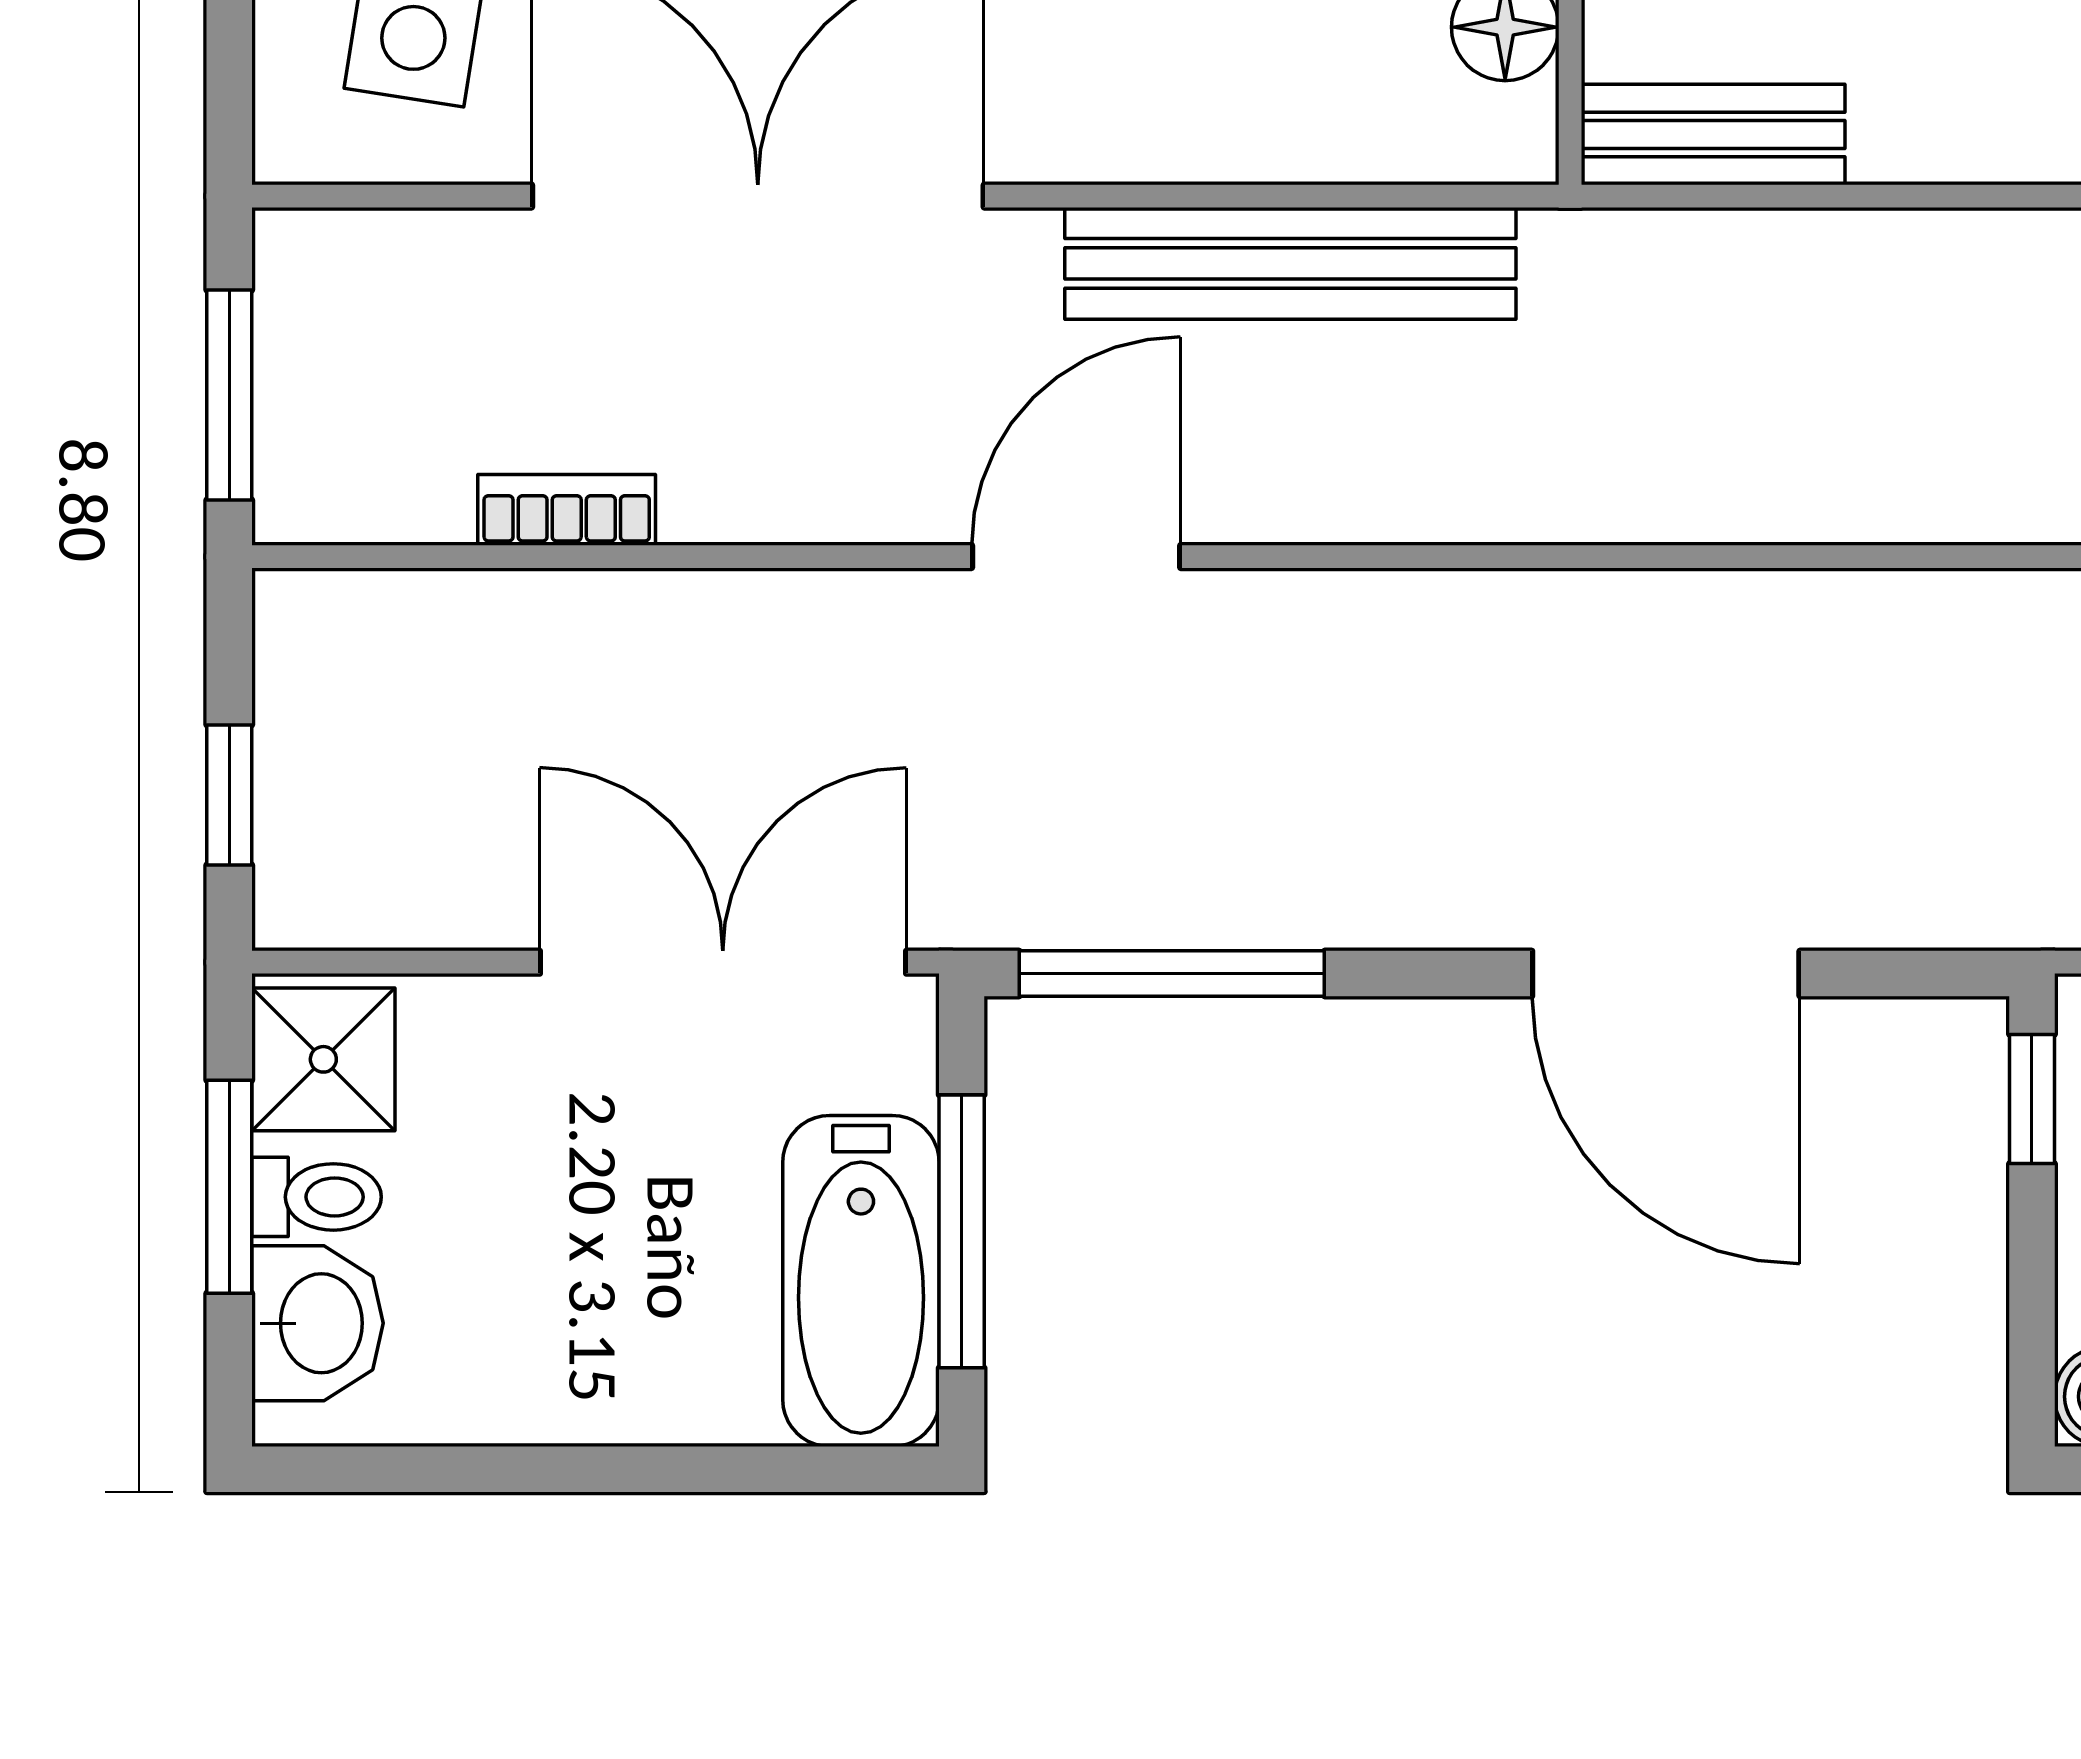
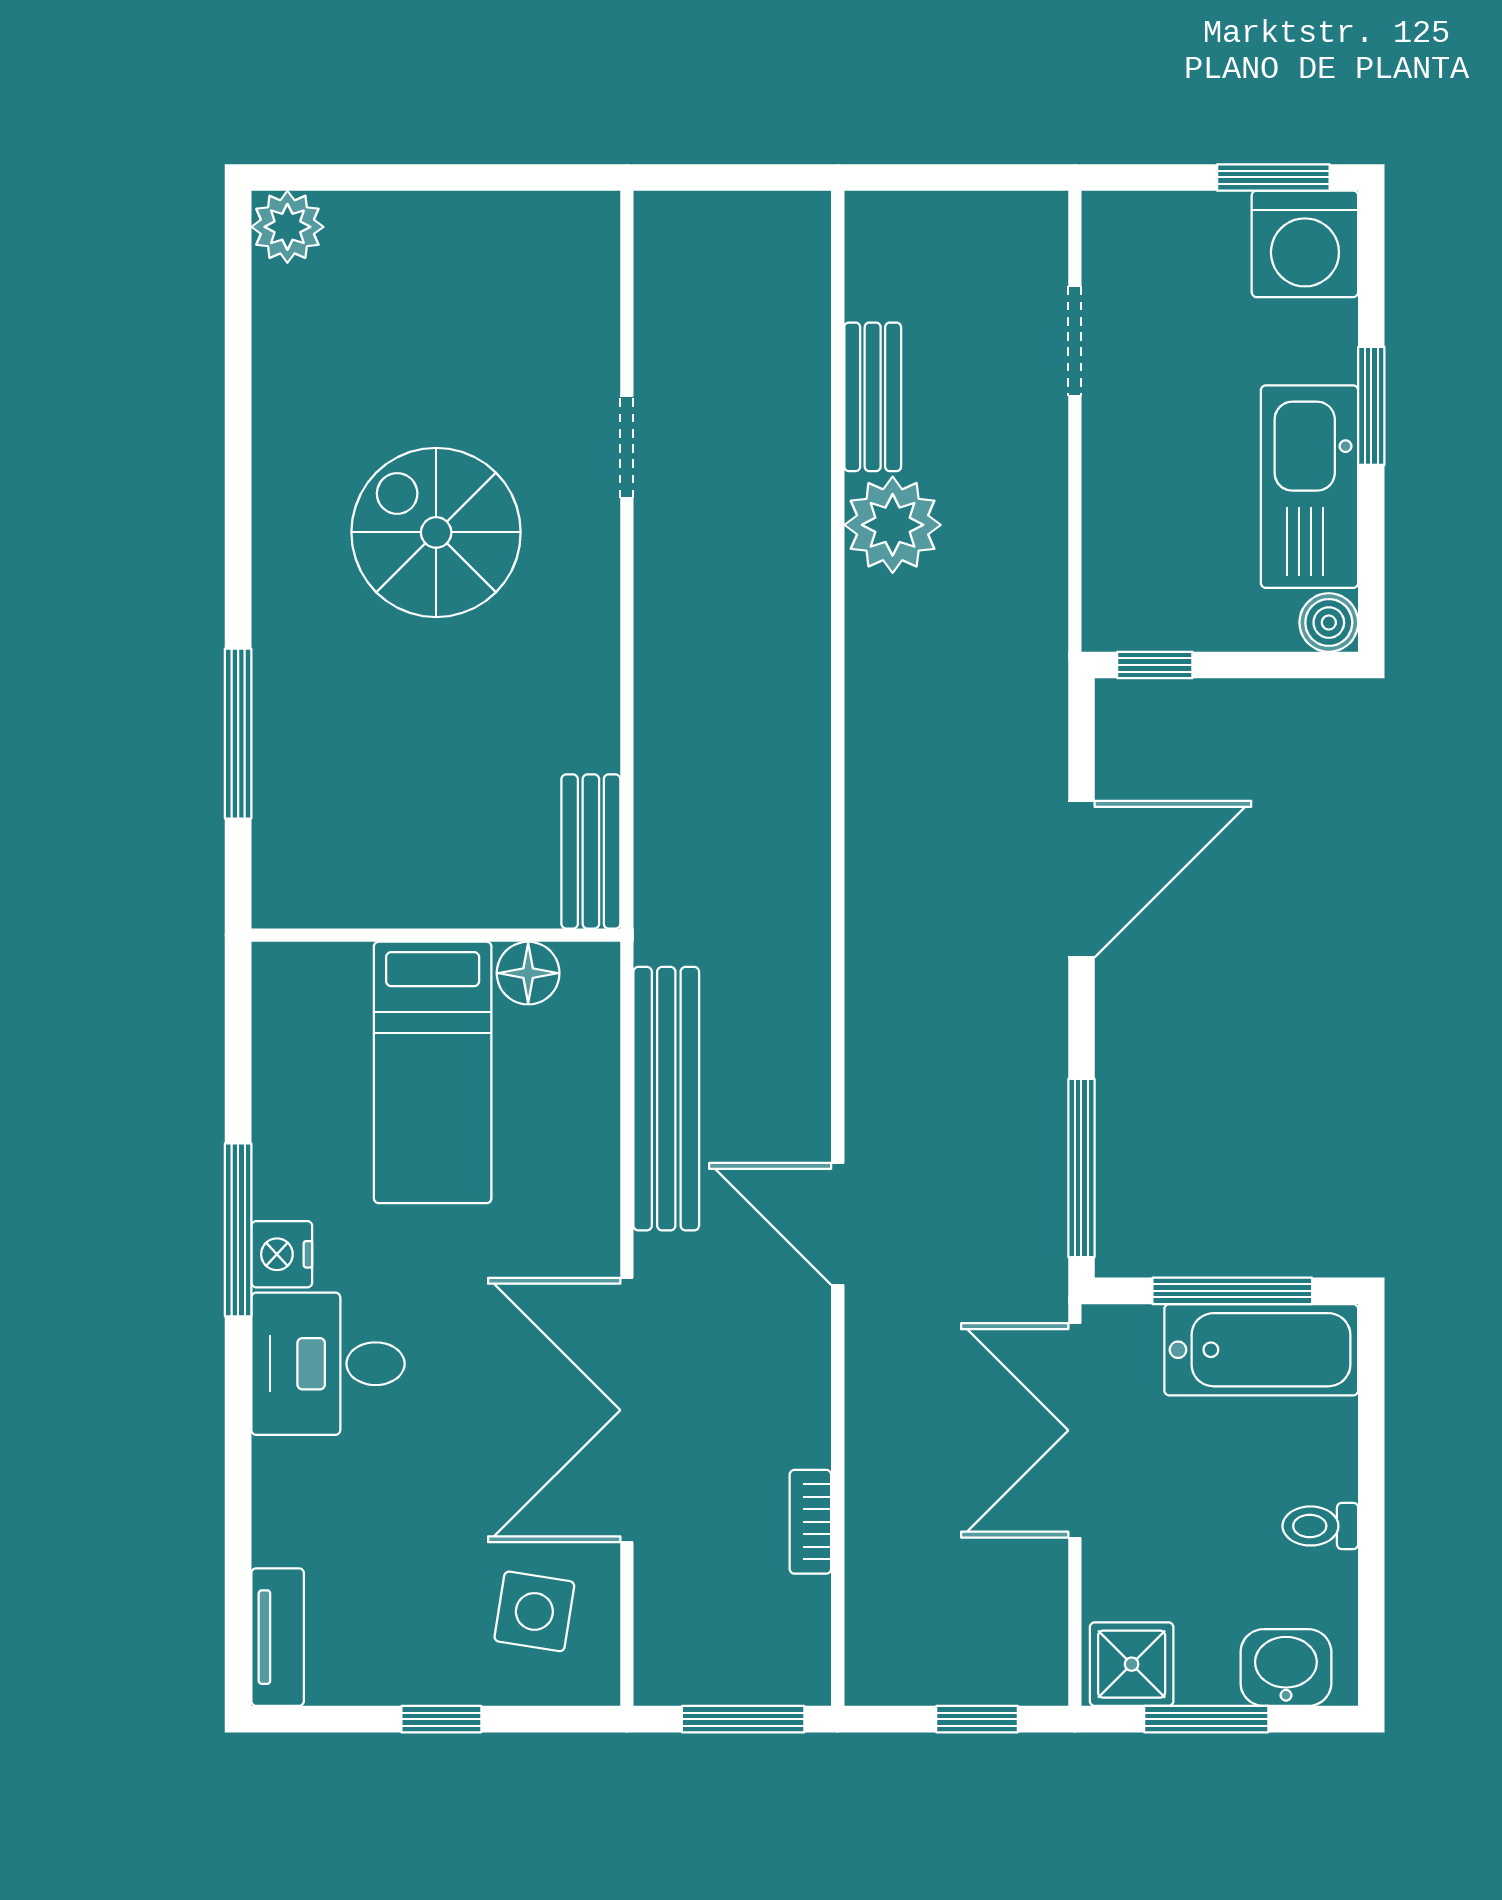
toilet: (316, 1197) -> (1320, 1526), moved, turned -90

